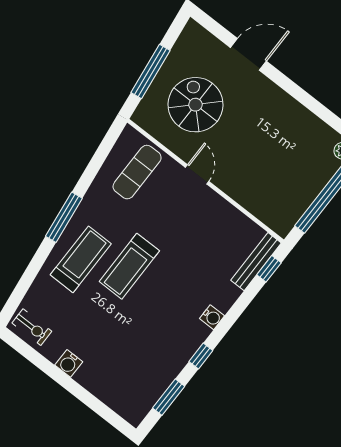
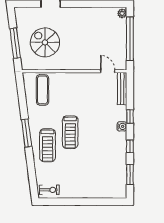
door: (197, 174) -> (108, 71), moved
treadmill: (81, 259) -> (48, 145), turned 180
window: (269, 269) -> (130, 117), moved
water cooler: (69, 363) -> (77, 193), removed

